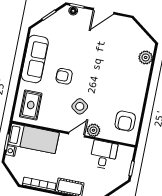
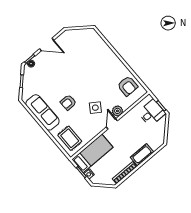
door: (104, 11) -> (47, 44), hinge flipped
plant: (146, 57) -> (97, 41), removed
desk: (104, 155) -> (152, 113), moved, turned 90

